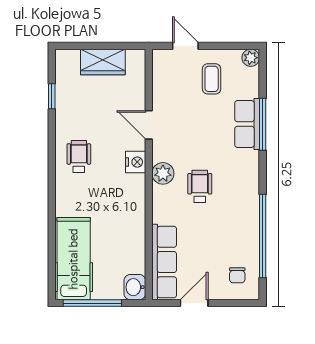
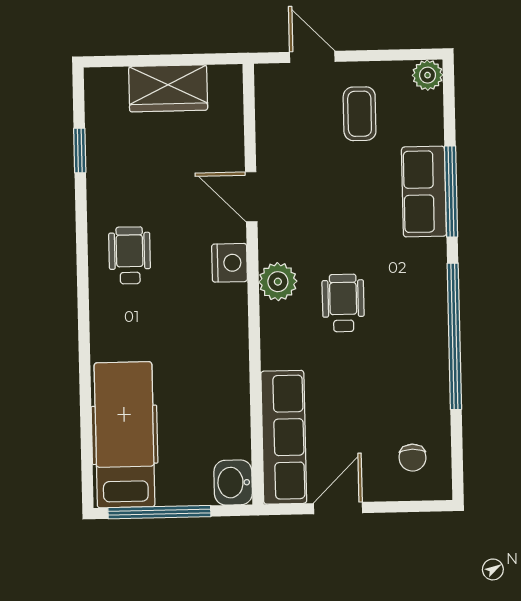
window: (263, 236) -> (454, 336), moved

